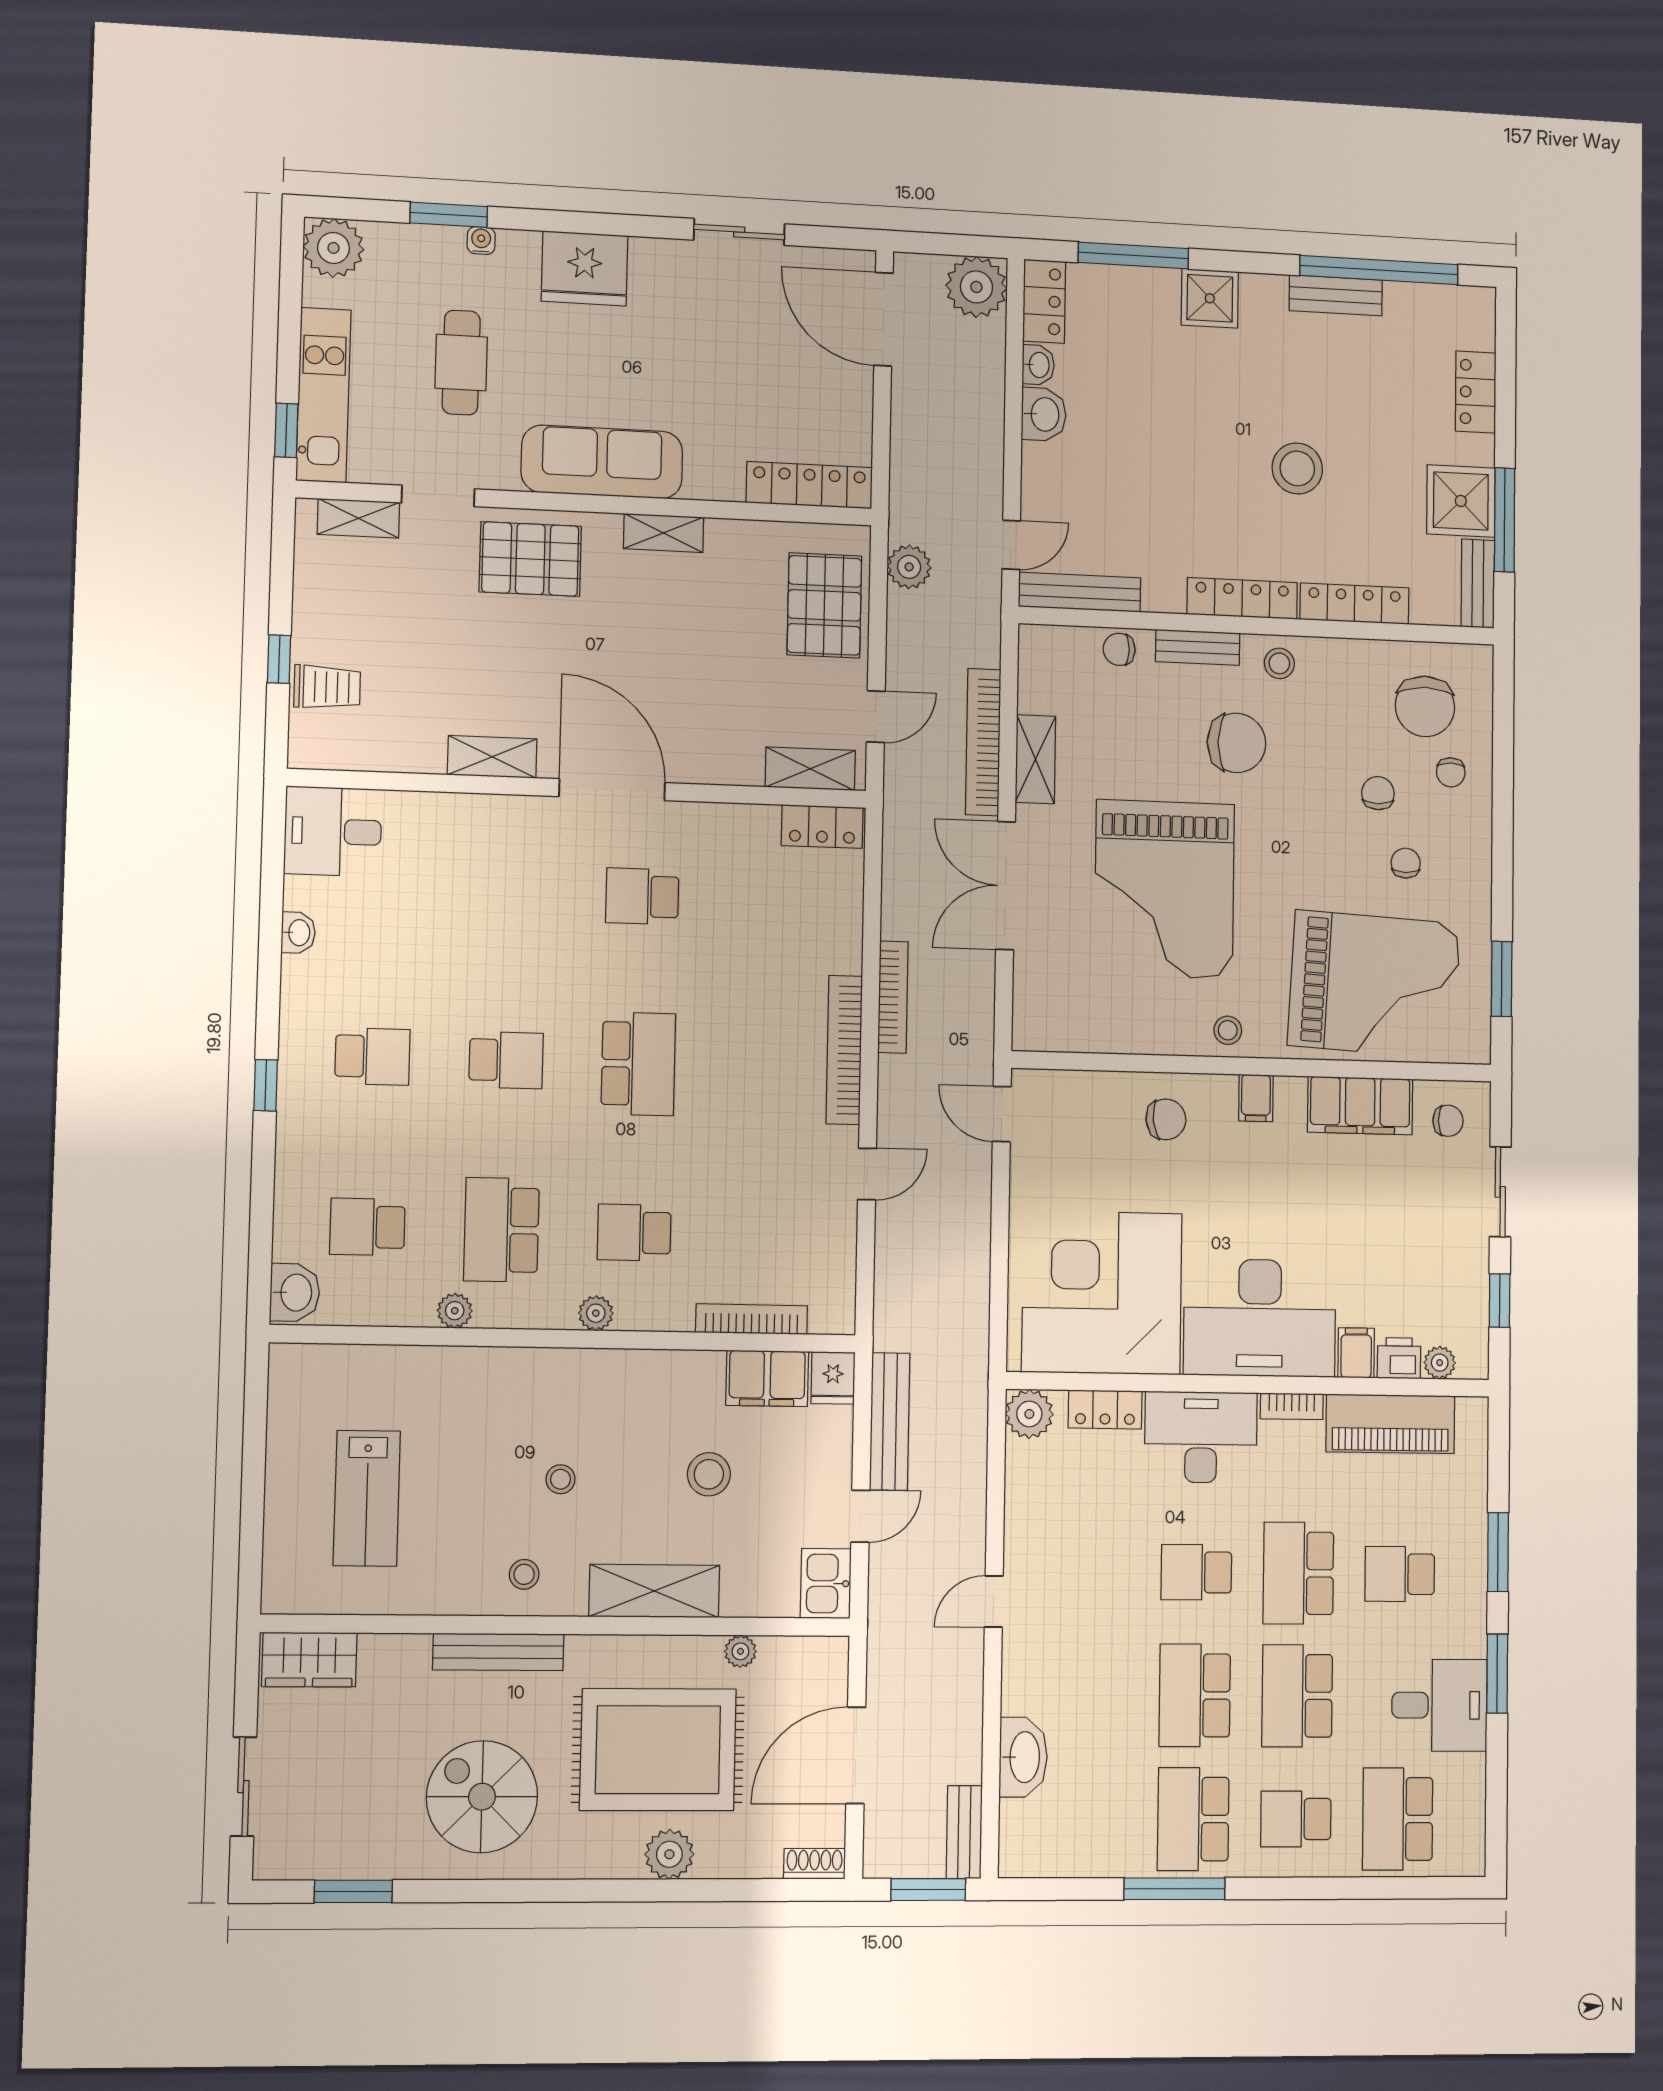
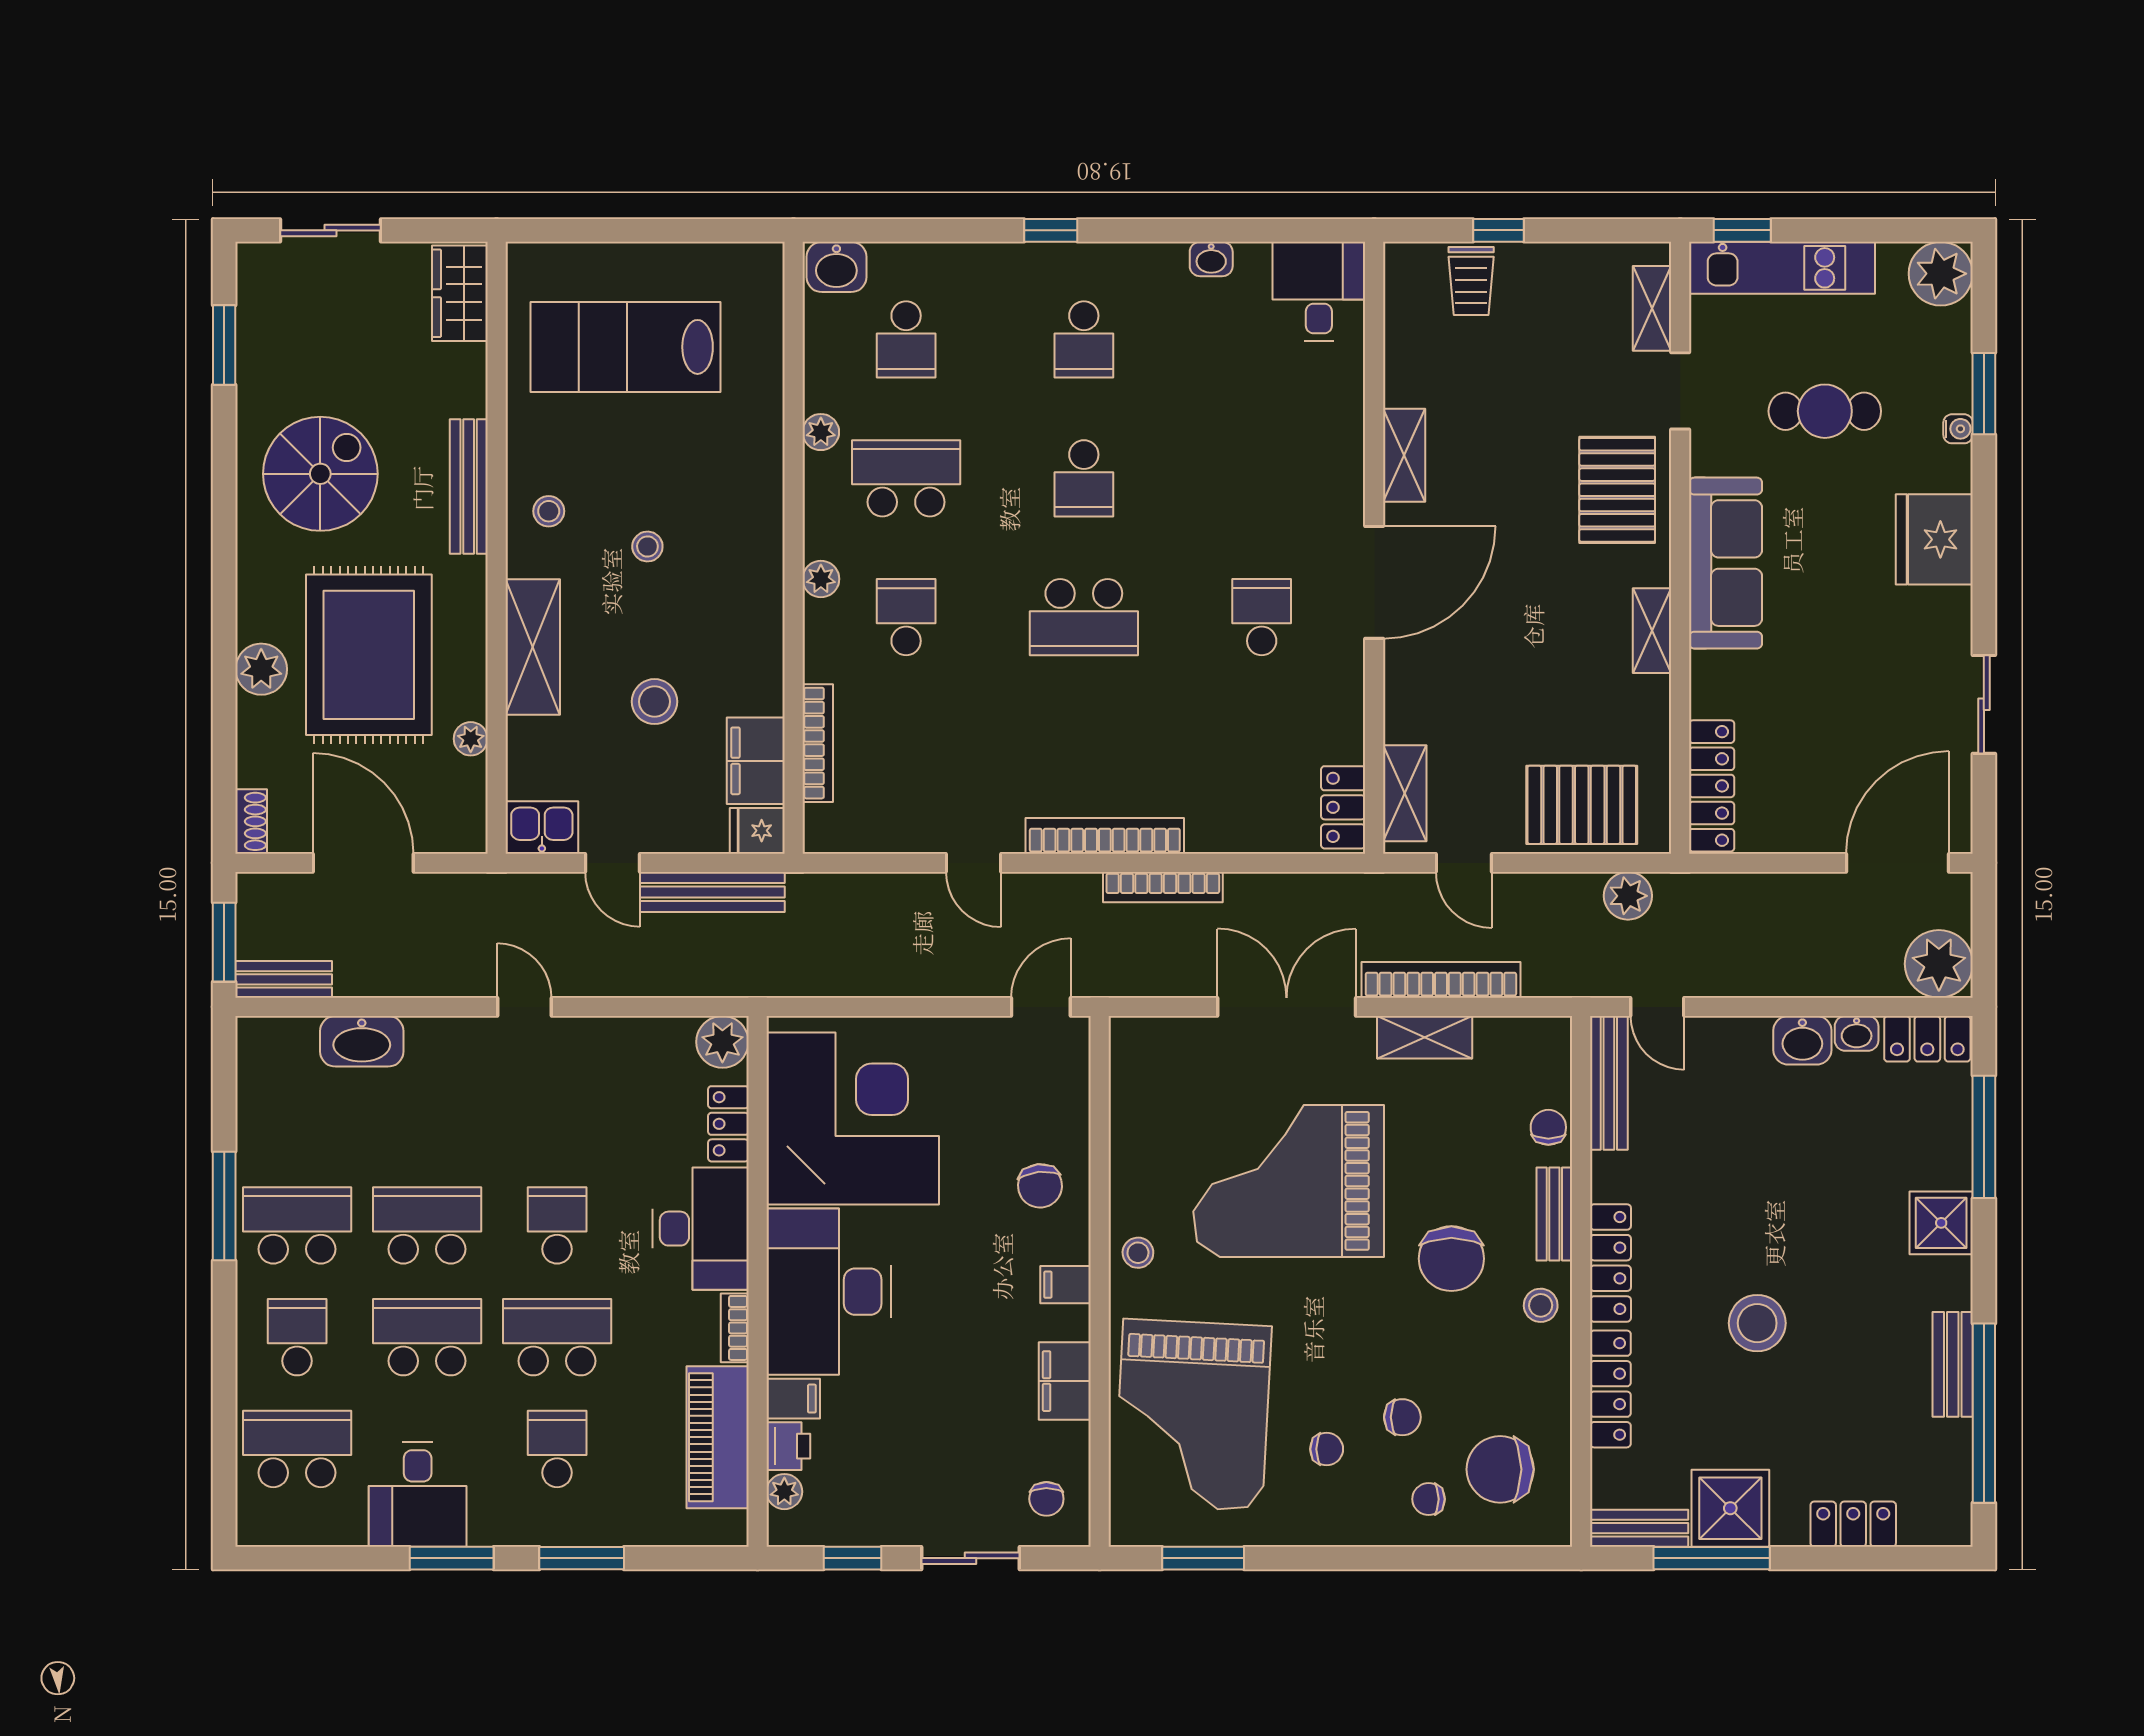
filing cabinet: (1360, 1106) -> (1065, 1381), width x0.67, depth x0.86
school desk: (367, 1227) -> (906, 339), turned 180
lab bench: (367, 1498) -> (625, 347), width x1.36, depth x1.39

